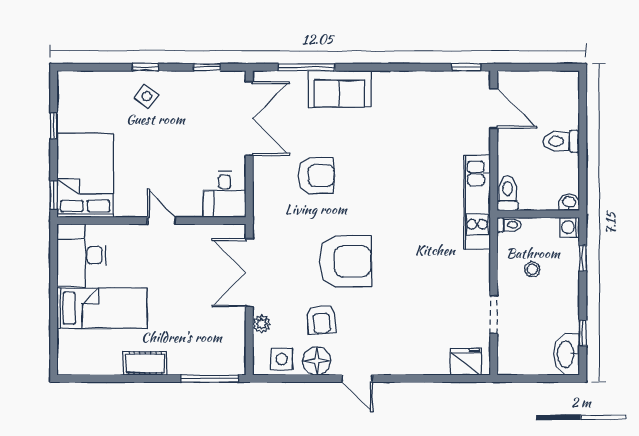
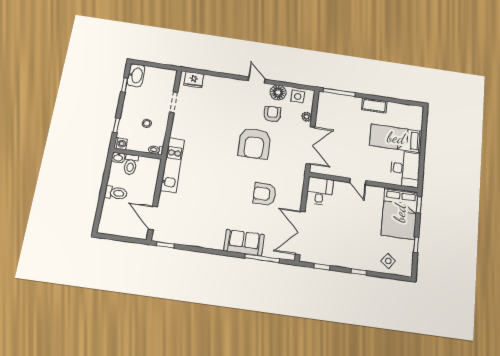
side table: (147, 96) -> (388, 261), moved
toilet: (508, 193) -> (131, 164), moved
armchair: (345, 261) -> (254, 143), turned -90

